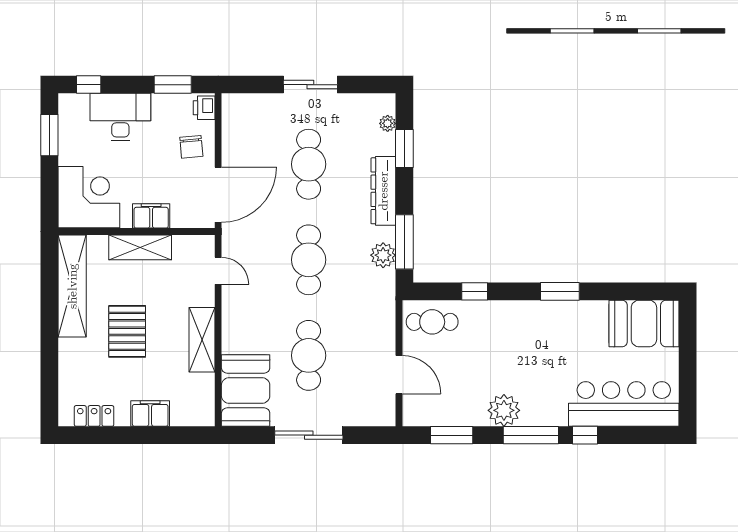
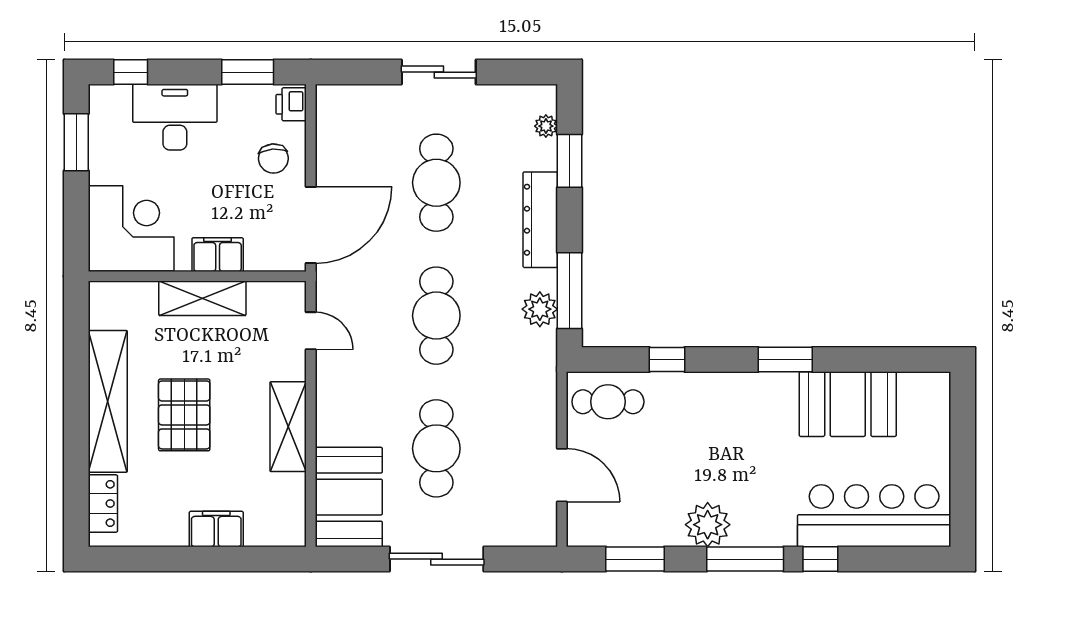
shelving: (72, 286) -> (108, 401), moved
booth: (644, 324) -> (848, 404), moved
locker: (94, 416) -> (103, 504), moved, turned 90

